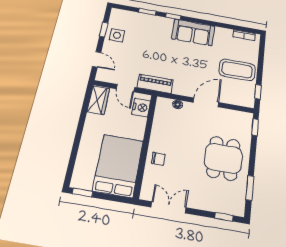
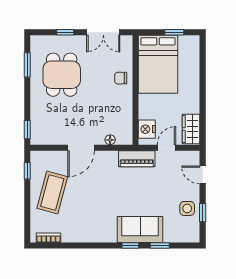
sofa: (193, 32) -> (140, 230), moved
coffee table: (237, 70) -> (52, 192), turned -75
door: (125, 88) -> (166, 148), hinge flipped
dining table: (223, 158) -> (62, 75), moved
window: (83, 193) -> (174, 32), moved
window: (224, 217) -> (65, 32), moved

